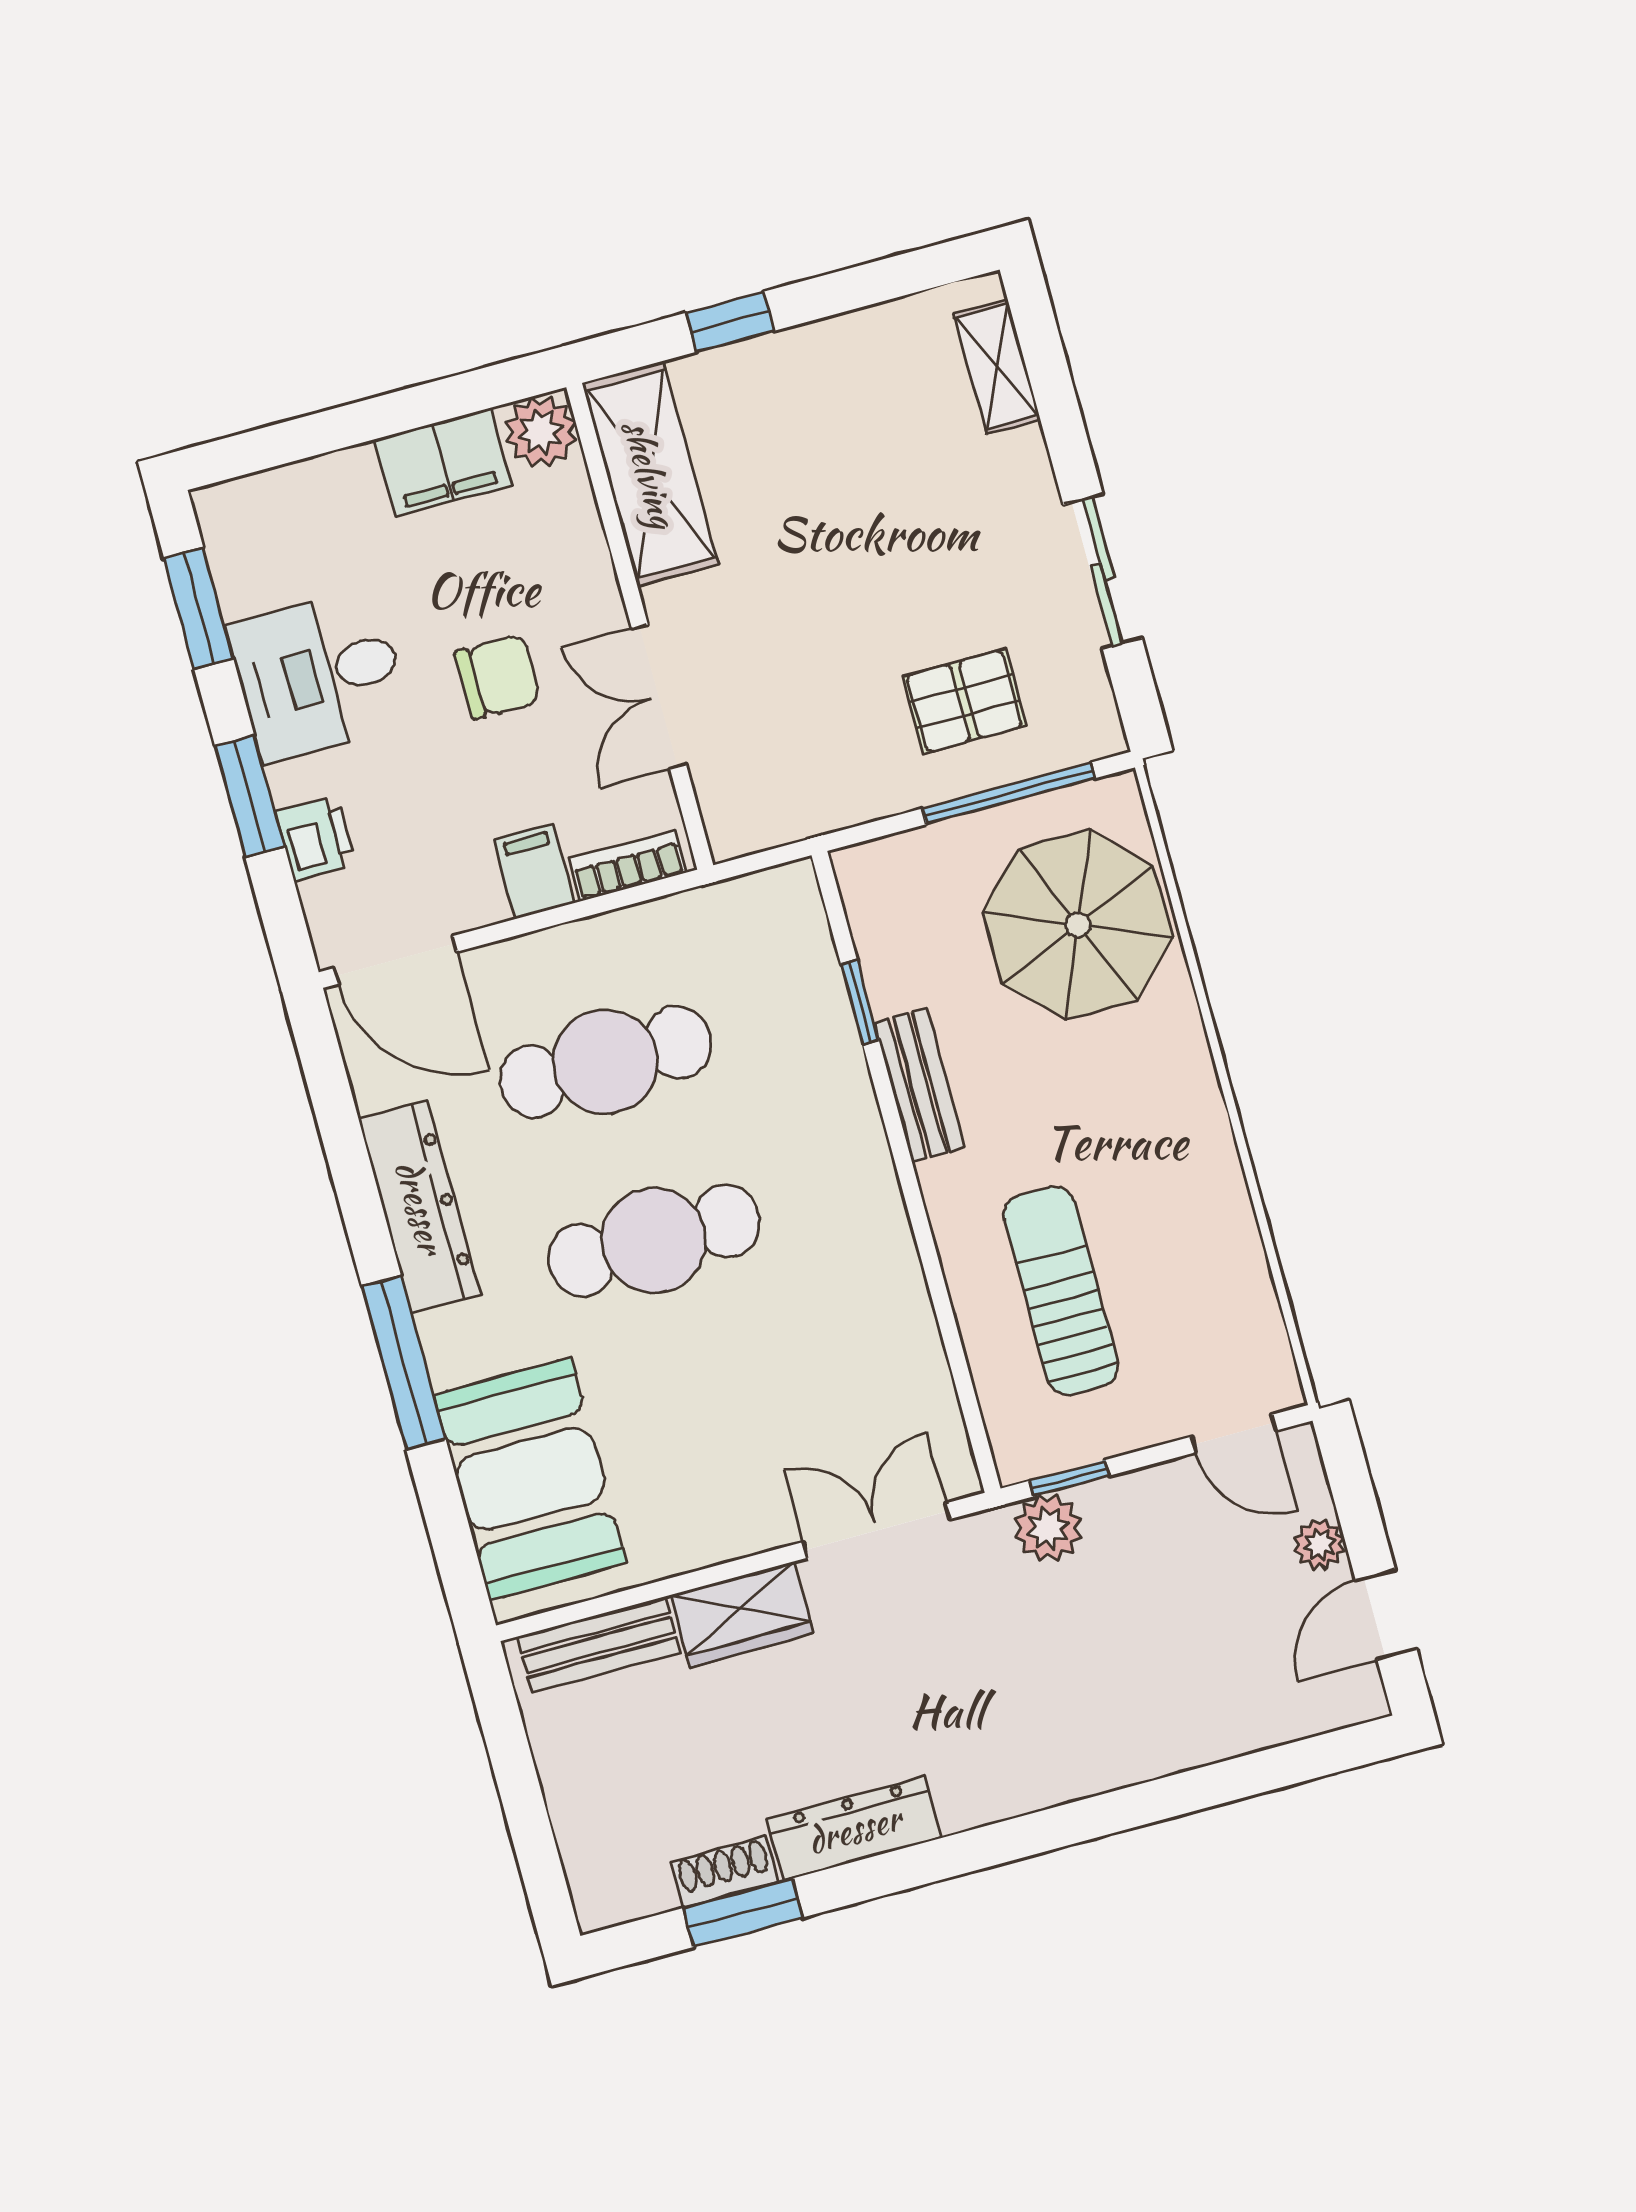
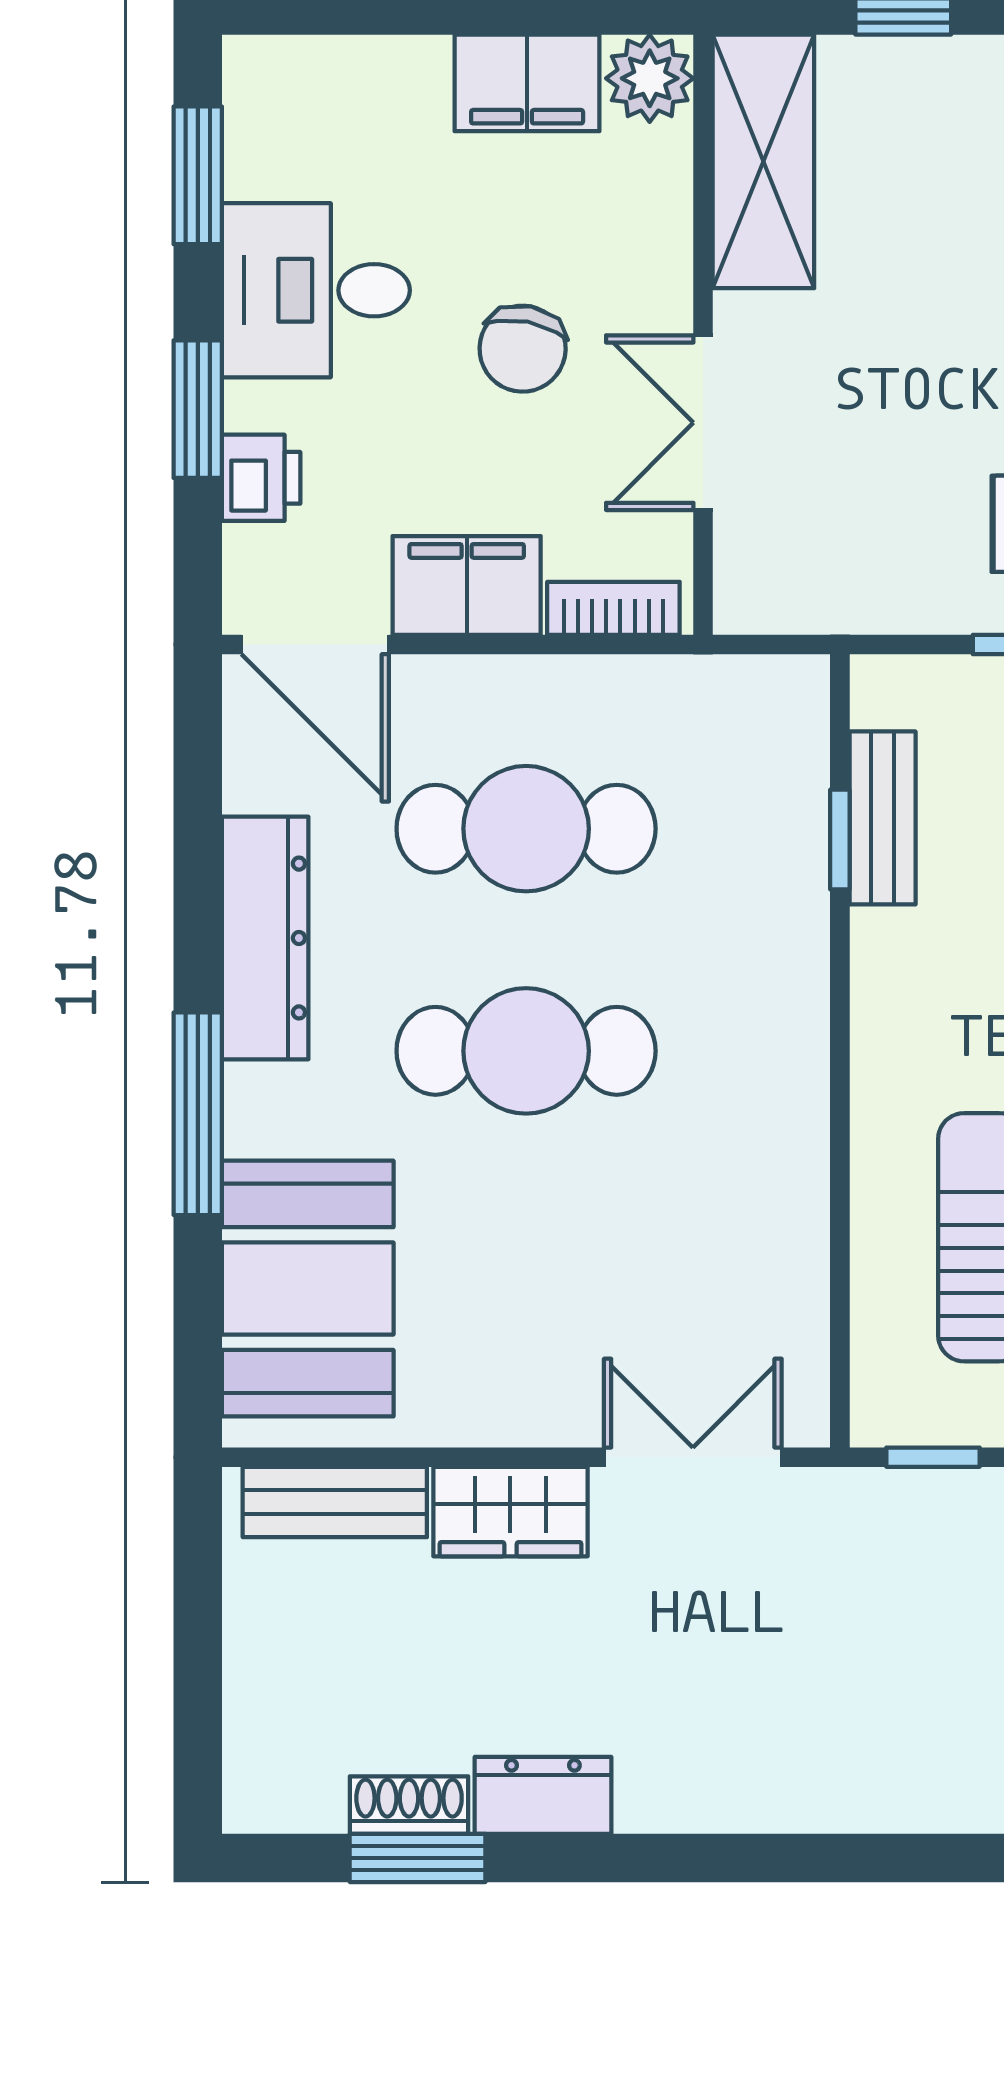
chair: (498, 677) -> (523, 349), turned 101
filing cabinet: (534, 871) -> (467, 585), width x2.00
bench: (919, 1085) -> (883, 818), moved
plant: (1048, 1528) -> (892, 1508), removed
dresser: (854, 1829) -> (543, 1795), width x0.70

